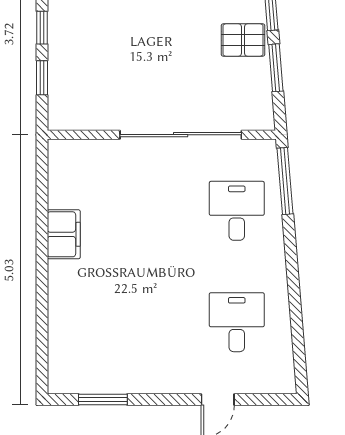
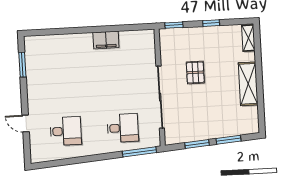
pallet: (243, 40) -> (195, 72), moved
window: (42, 78) -> (174, 25), moved

